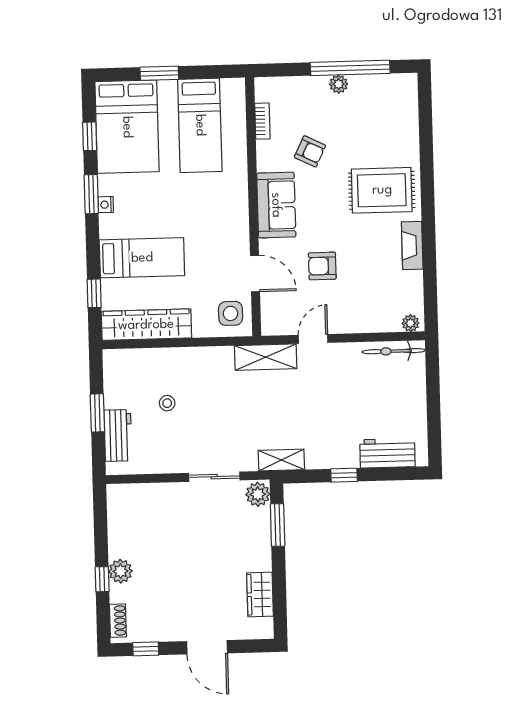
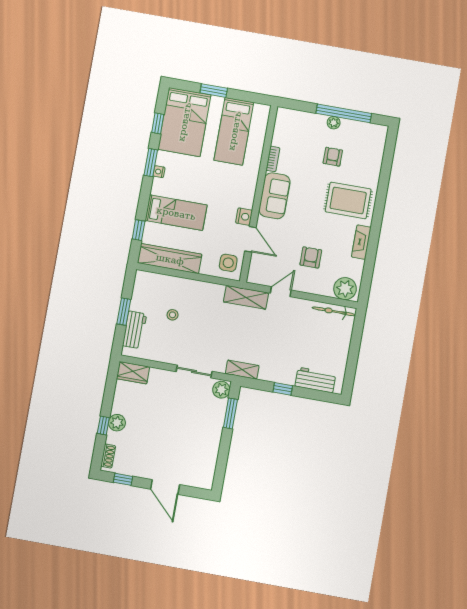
bookcase: (262, 121) -> (273, 159), moved
armchair: (310, 151) -> (333, 157), moved, turned -116
nightstand: (239, 243) -> (244, 217), added
armchair: (322, 266) -> (311, 257), moved, turned 90
plant: (411, 323) -> (345, 289), width x1.88, depth x1.88
wardrobe: (260, 594) -> (133, 373), moved, turned -90

